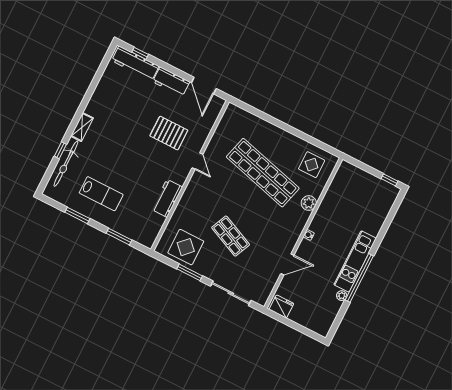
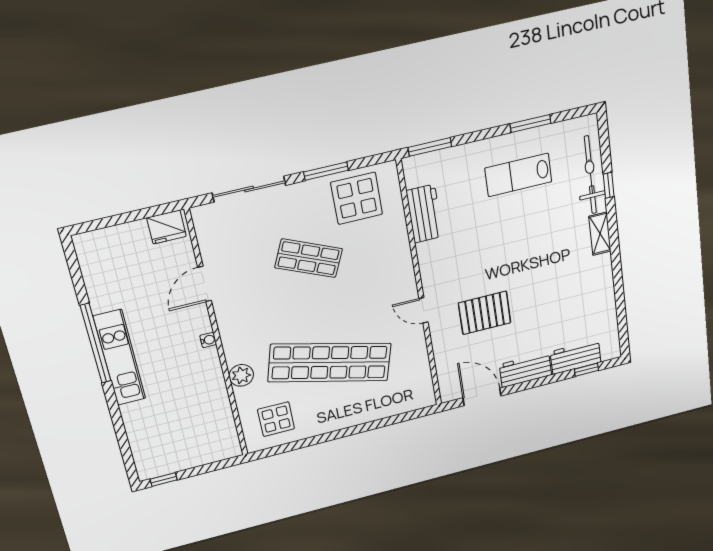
workbench: (135, 63) -> (576, 357), width x0.73
workbench: (167, 198) -> (424, 214), moved
window: (119, 237) -> (430, 147), moved
plant: (342, 296) -> (99, 304), removed

